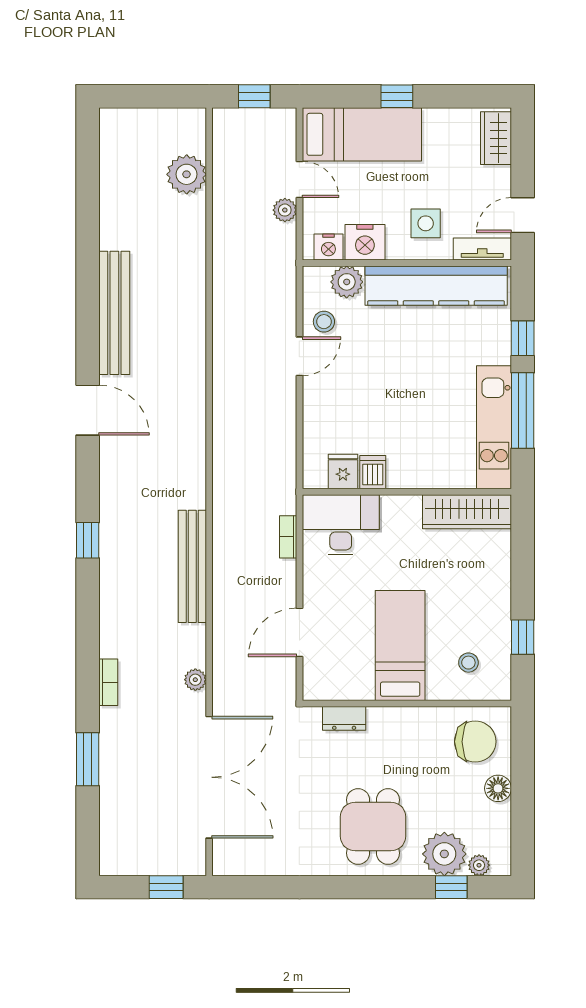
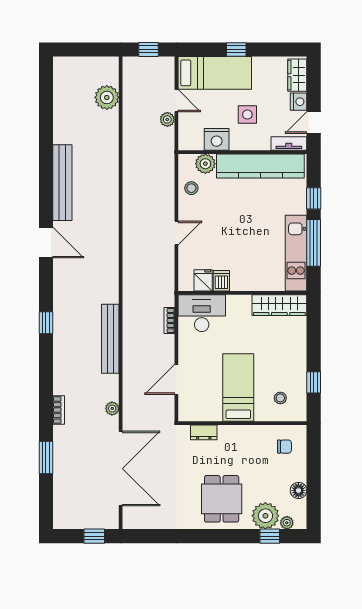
side table: (426, 223) -> (247, 115), moved
nightstand: (328, 247) -> (299, 102), moved, turned -90
door: (299, 356) -> (176, 233), moved
chair: (475, 742) -> (284, 447), width x0.54, depth x0.54
floor lamp: (498, 788) -> (298, 490), moved

